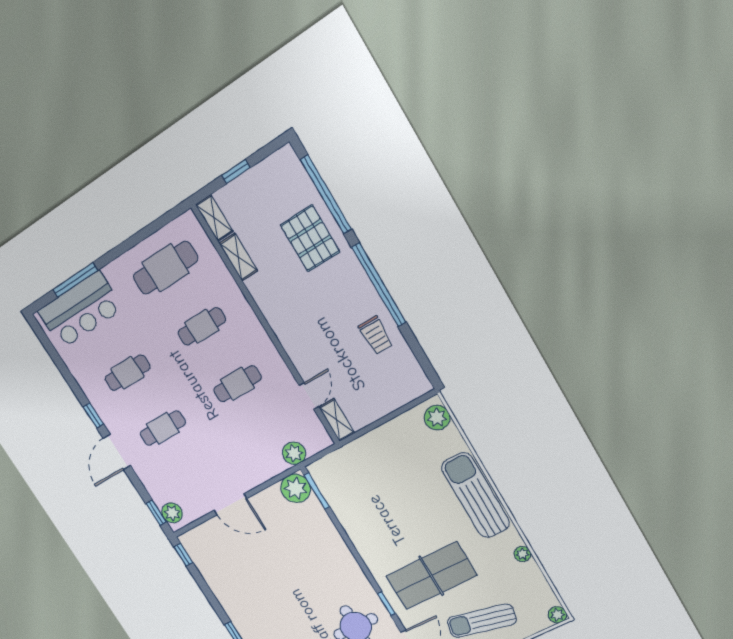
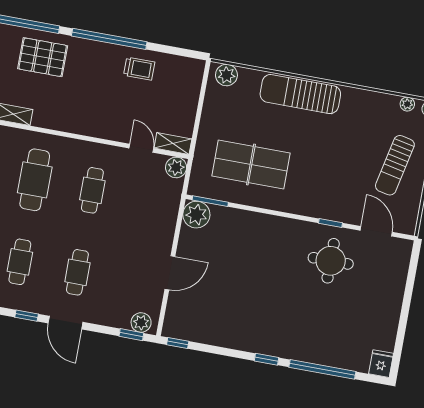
cafe table: (202, 326) -> (35, 180), width x1.37, depth x1.35
plant: (294, 453) -> (176, 167), moved
plant: (522, 554) -> (407, 104), moved
table tennis table: (431, 576) -> (251, 164), moved, turned 90

